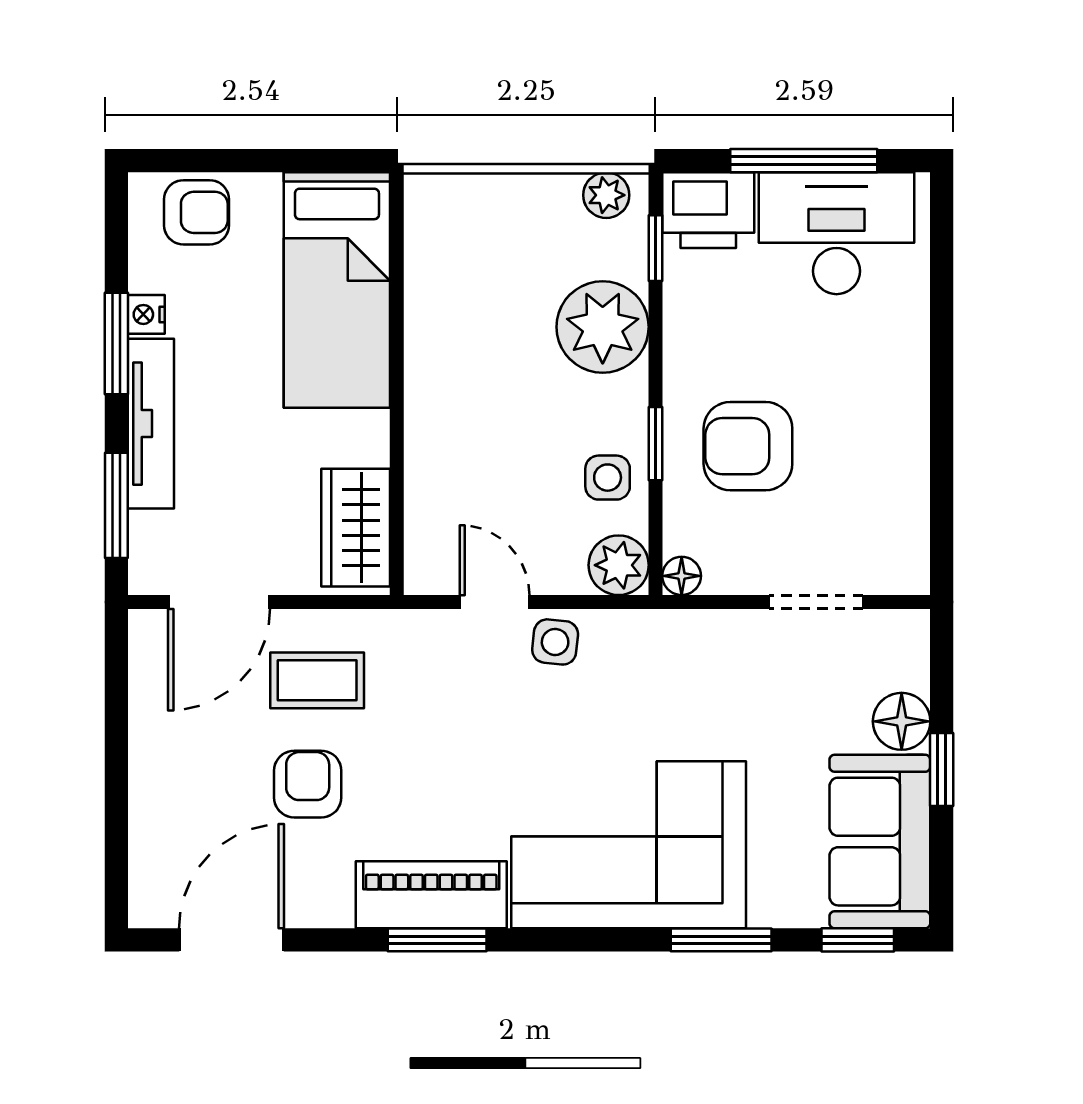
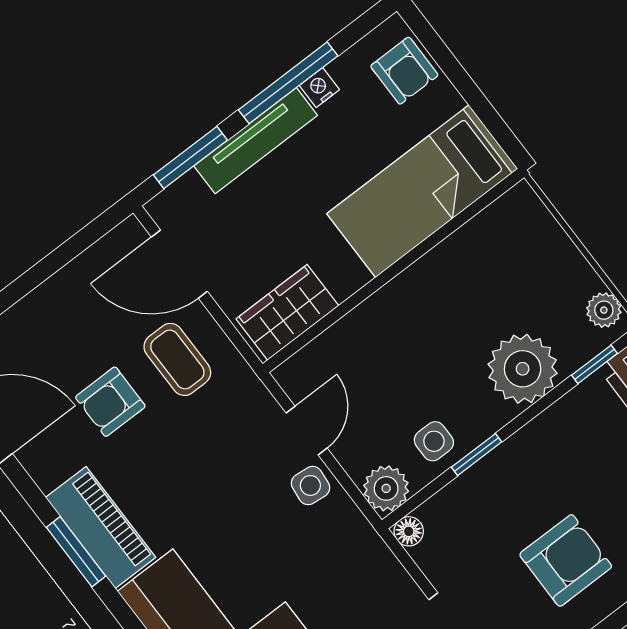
window: (116, 343) -> (288, 83), width x1.44
armchair: (748, 446) -> (566, 560), moved, turned 90
armchair: (308, 784) -> (110, 402), turned 180

